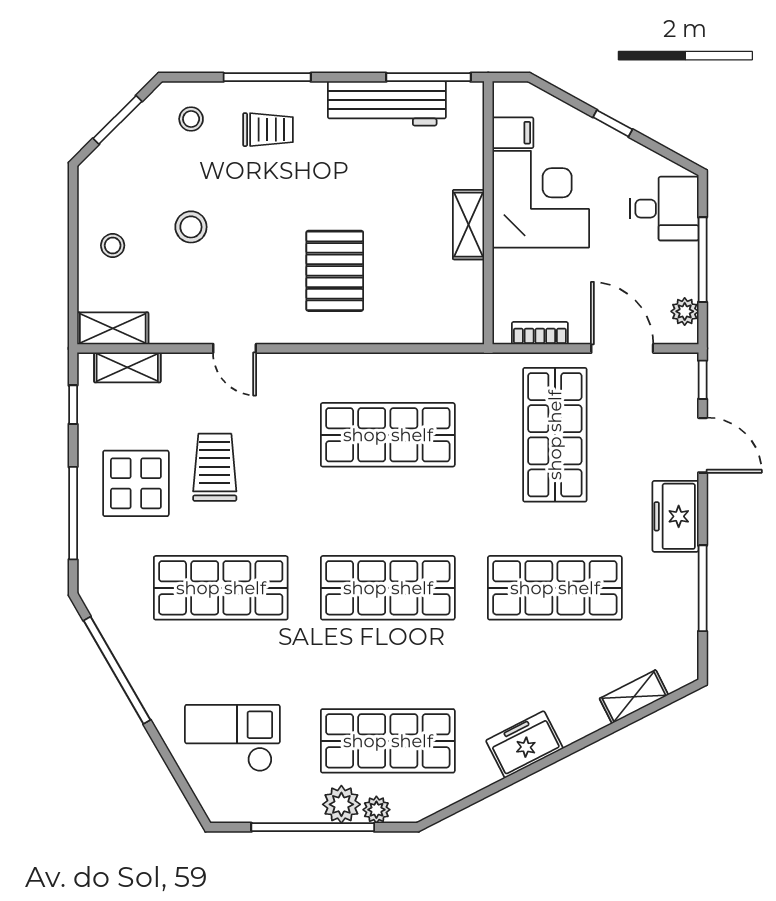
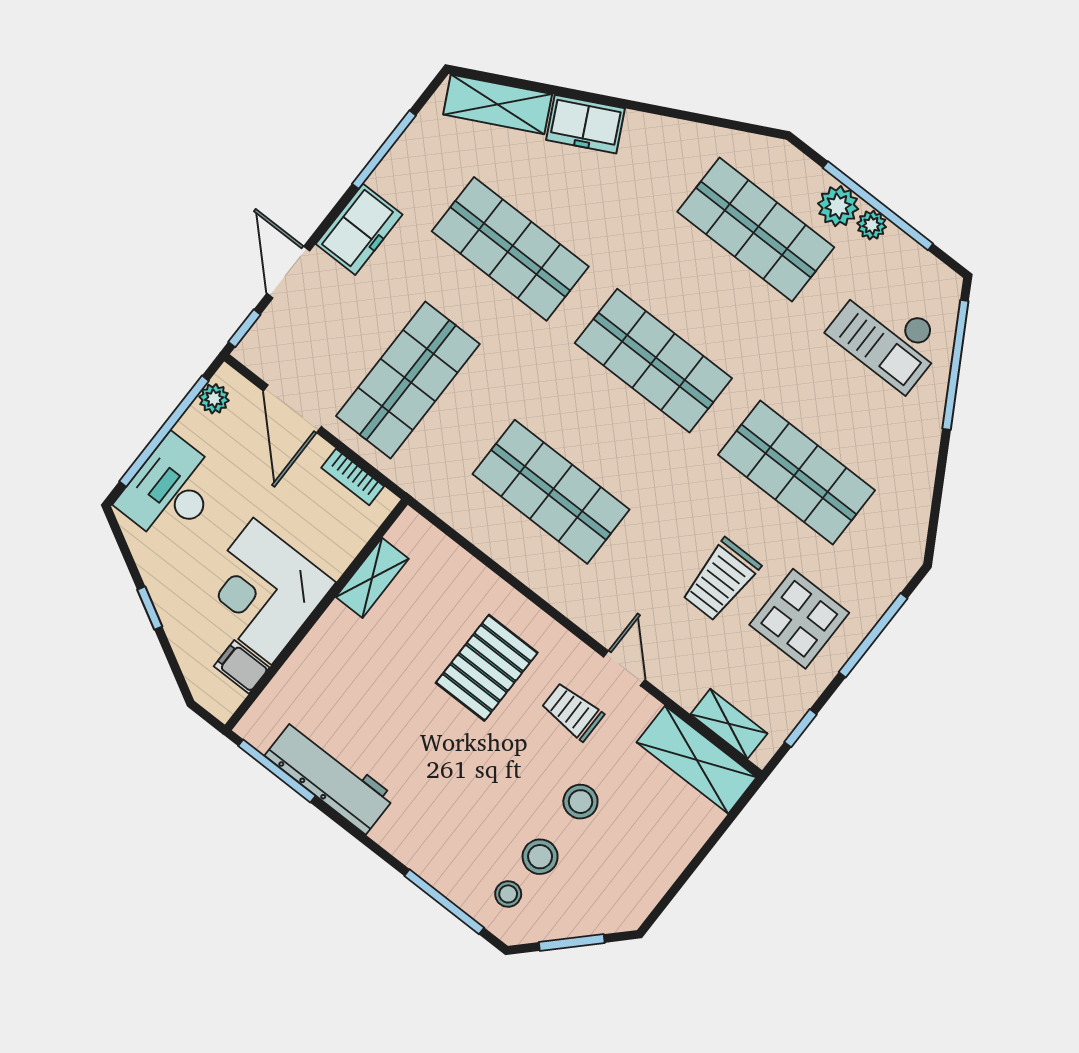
window: (267, 77) -> (444, 902), moved
trolley: (268, 130) -> (573, 712), moved
desk: (664, 209) -> (171, 490), width x1.37
shelving: (469, 225) -> (372, 578), moved
stool: (113, 245) -> (540, 857), moved, width x1.37, depth x1.37
window: (703, 260) -> (164, 431), width x1.46
shelving: (113, 328) -> (697, 760), width x1.50, depth x1.33
window: (117, 670) -> (955, 365), moved
shelving: (634, 697) -> (498, 104), width x1.50, depth x1.33
freezer: (524, 744) -> (585, 124), moved
plant: (376, 810) -> (872, 225), moved

